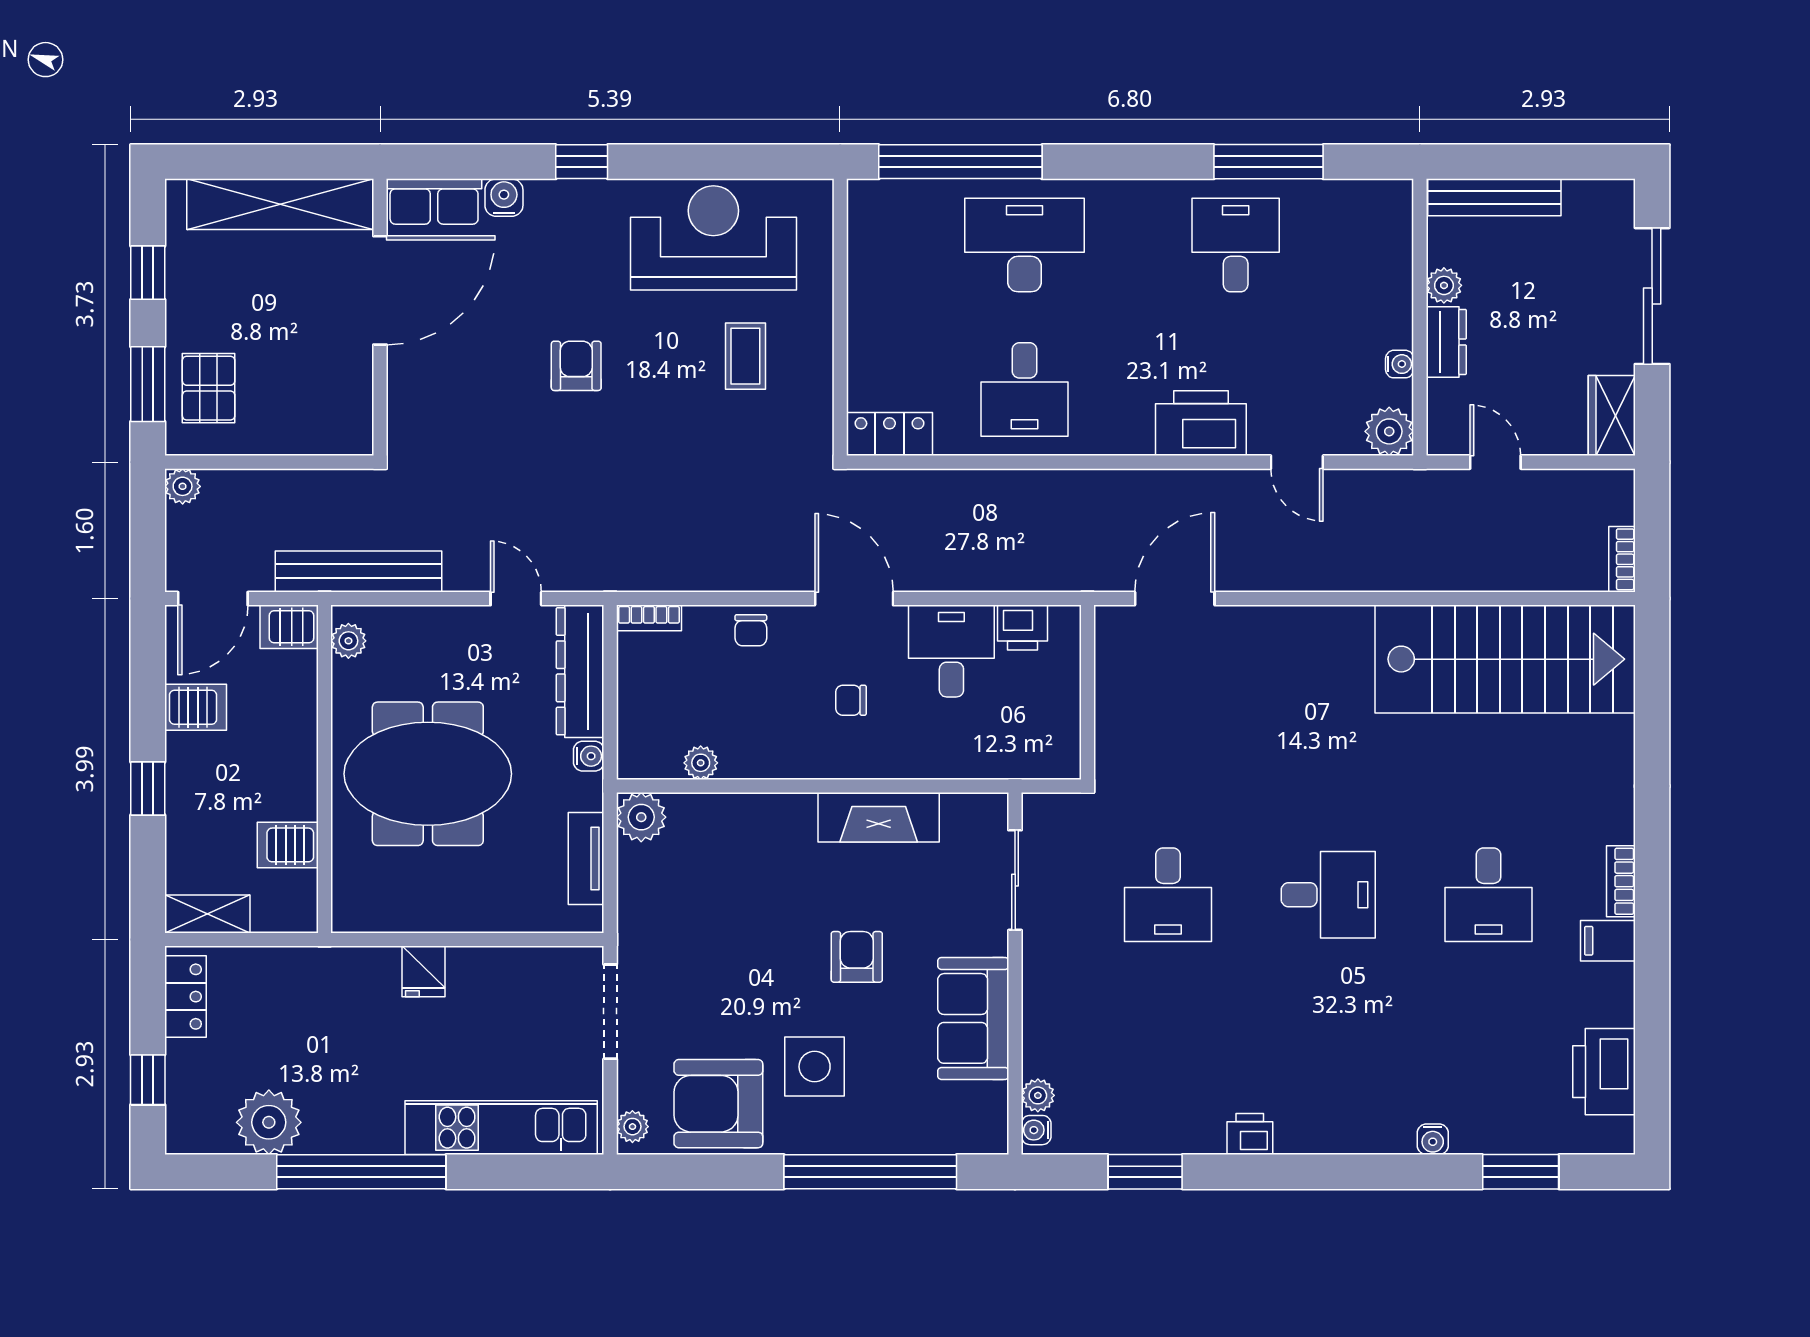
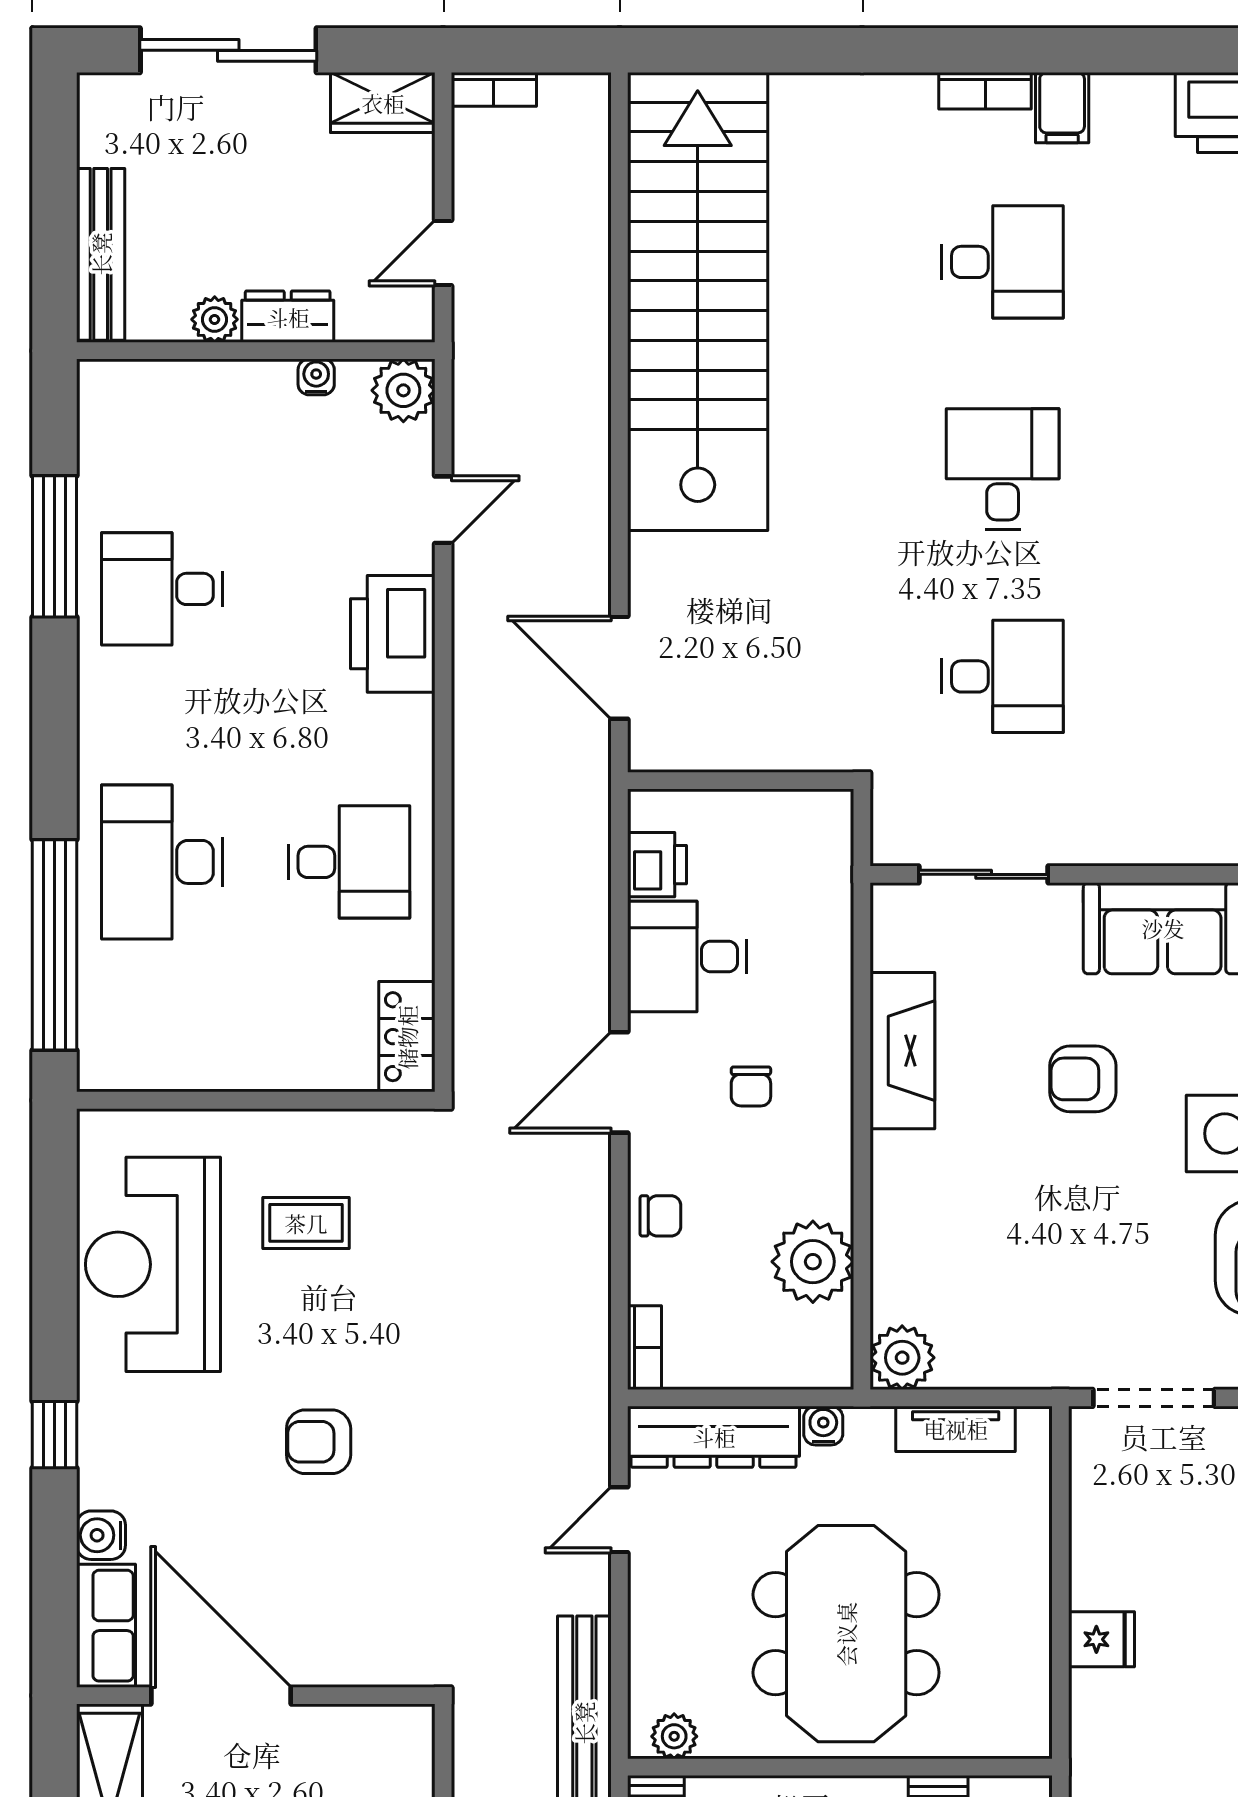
bookcase: (1622, 559) -> (494, 89), moved
stairs: (1505, 659) -> (698, 301), width x1.36
plant: (701, 763) -> (813, 1262), width x1.88, depth x1.88

